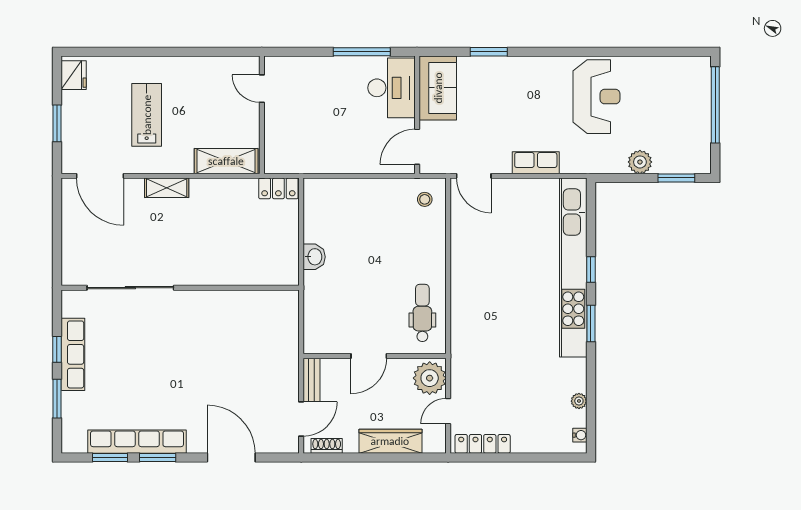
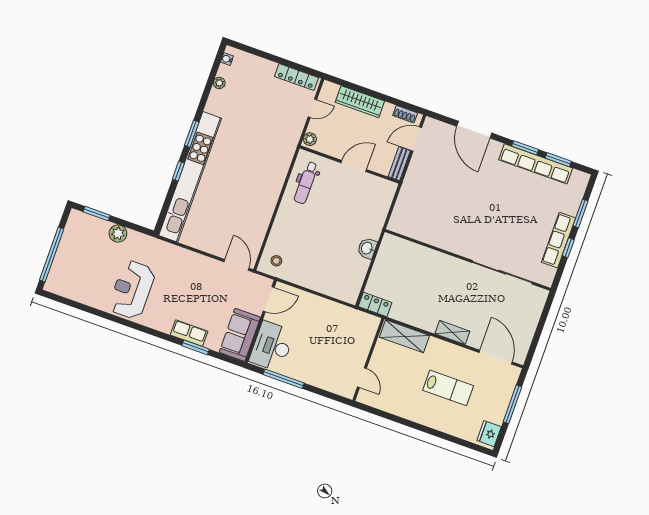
lab bench: (147, 115) -> (448, 388), turned -90
window: (57, 123) -> (513, 404), width x1.44
row of seats: (536, 163) -> (189, 333), moved, turned 180
plant: (430, 378) -> (310, 139), width x0.53, depth x0.53

